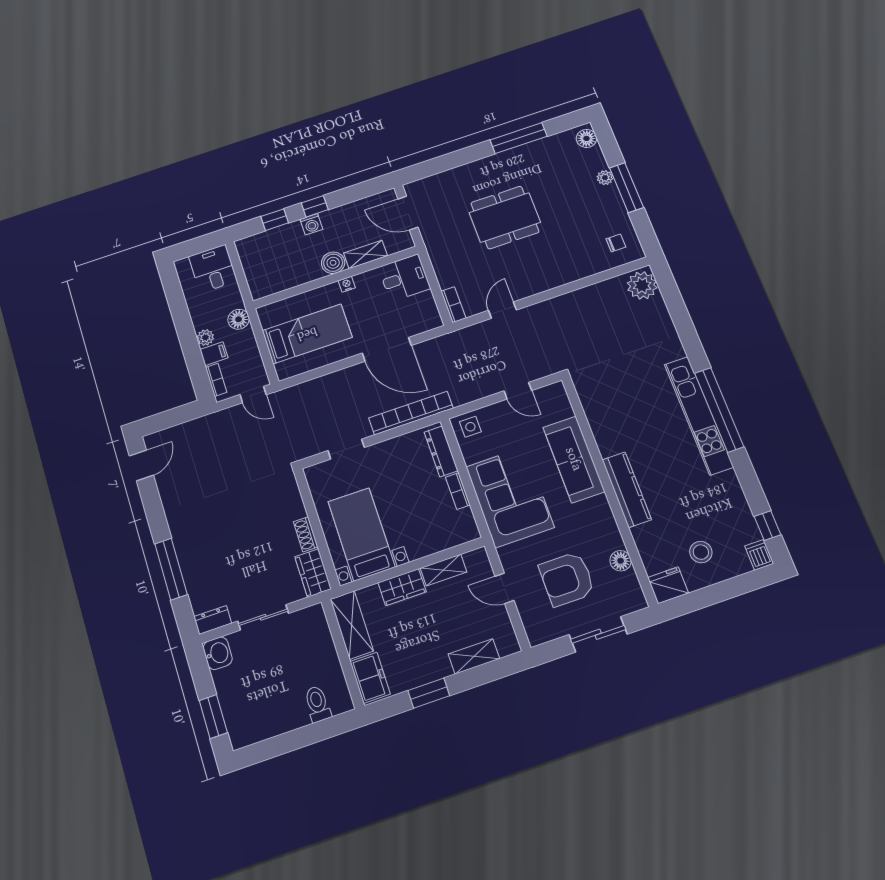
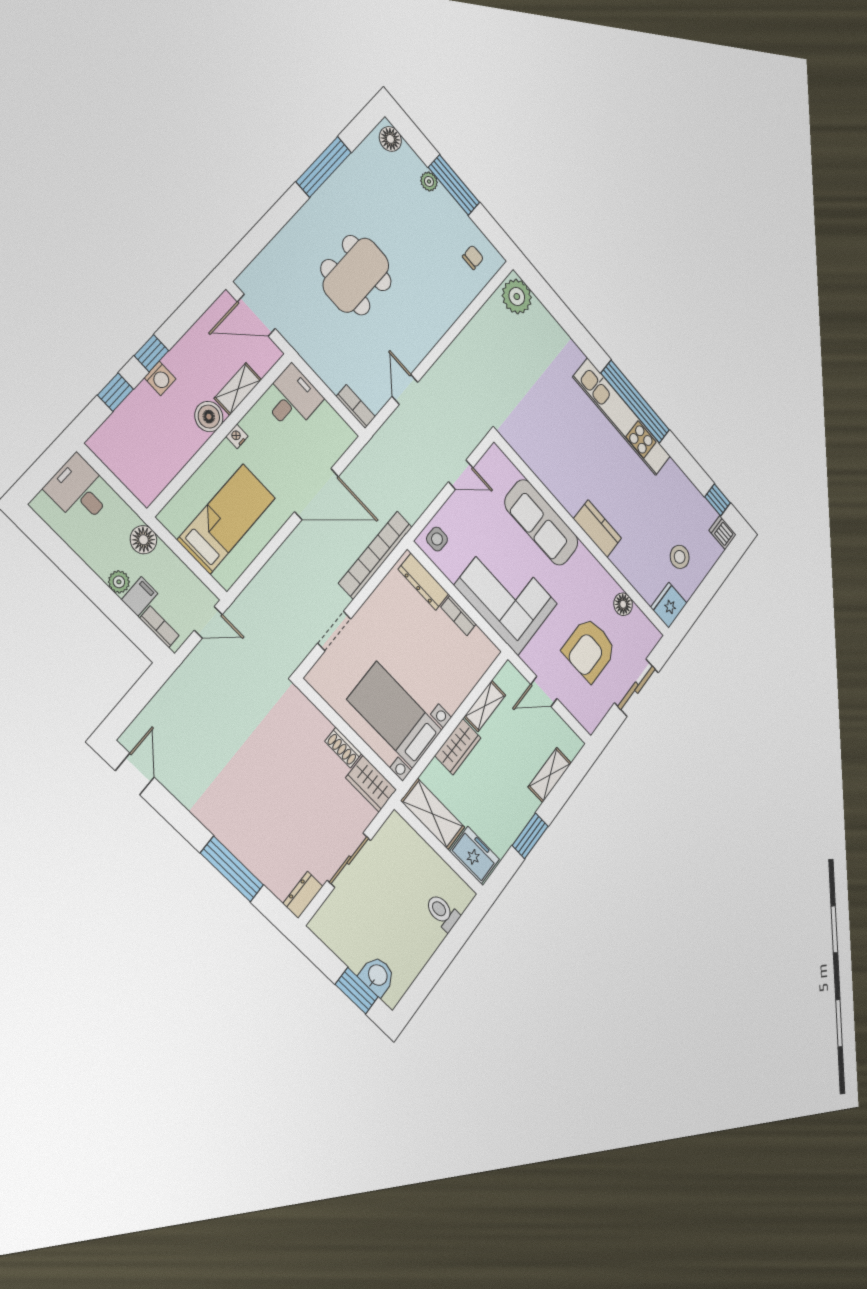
kitchen counter: (627, 490) -> (597, 529), width x0.67
washbasin: (218, 653) -> (377, 976), moved

